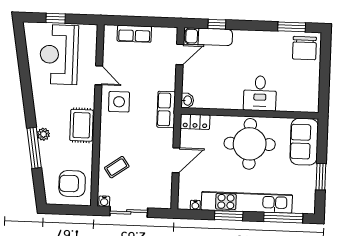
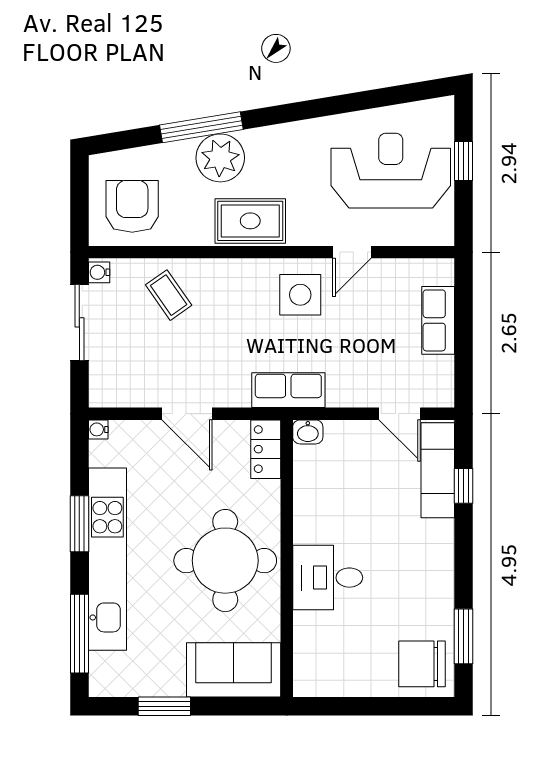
plant: (43, 134) -> (220, 158), width x1.88, depth x1.88
water cooler: (195, 205) -> (98, 429), moved

